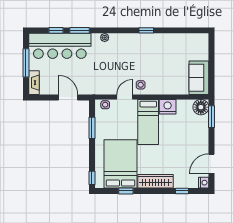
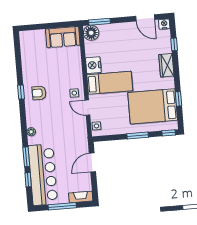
armchair: (144, 49) -> (39, 93), added
window: (92, 128) -> (138, 135), moved
wardrobe: (155, 181) -> (166, 65), width x0.67

